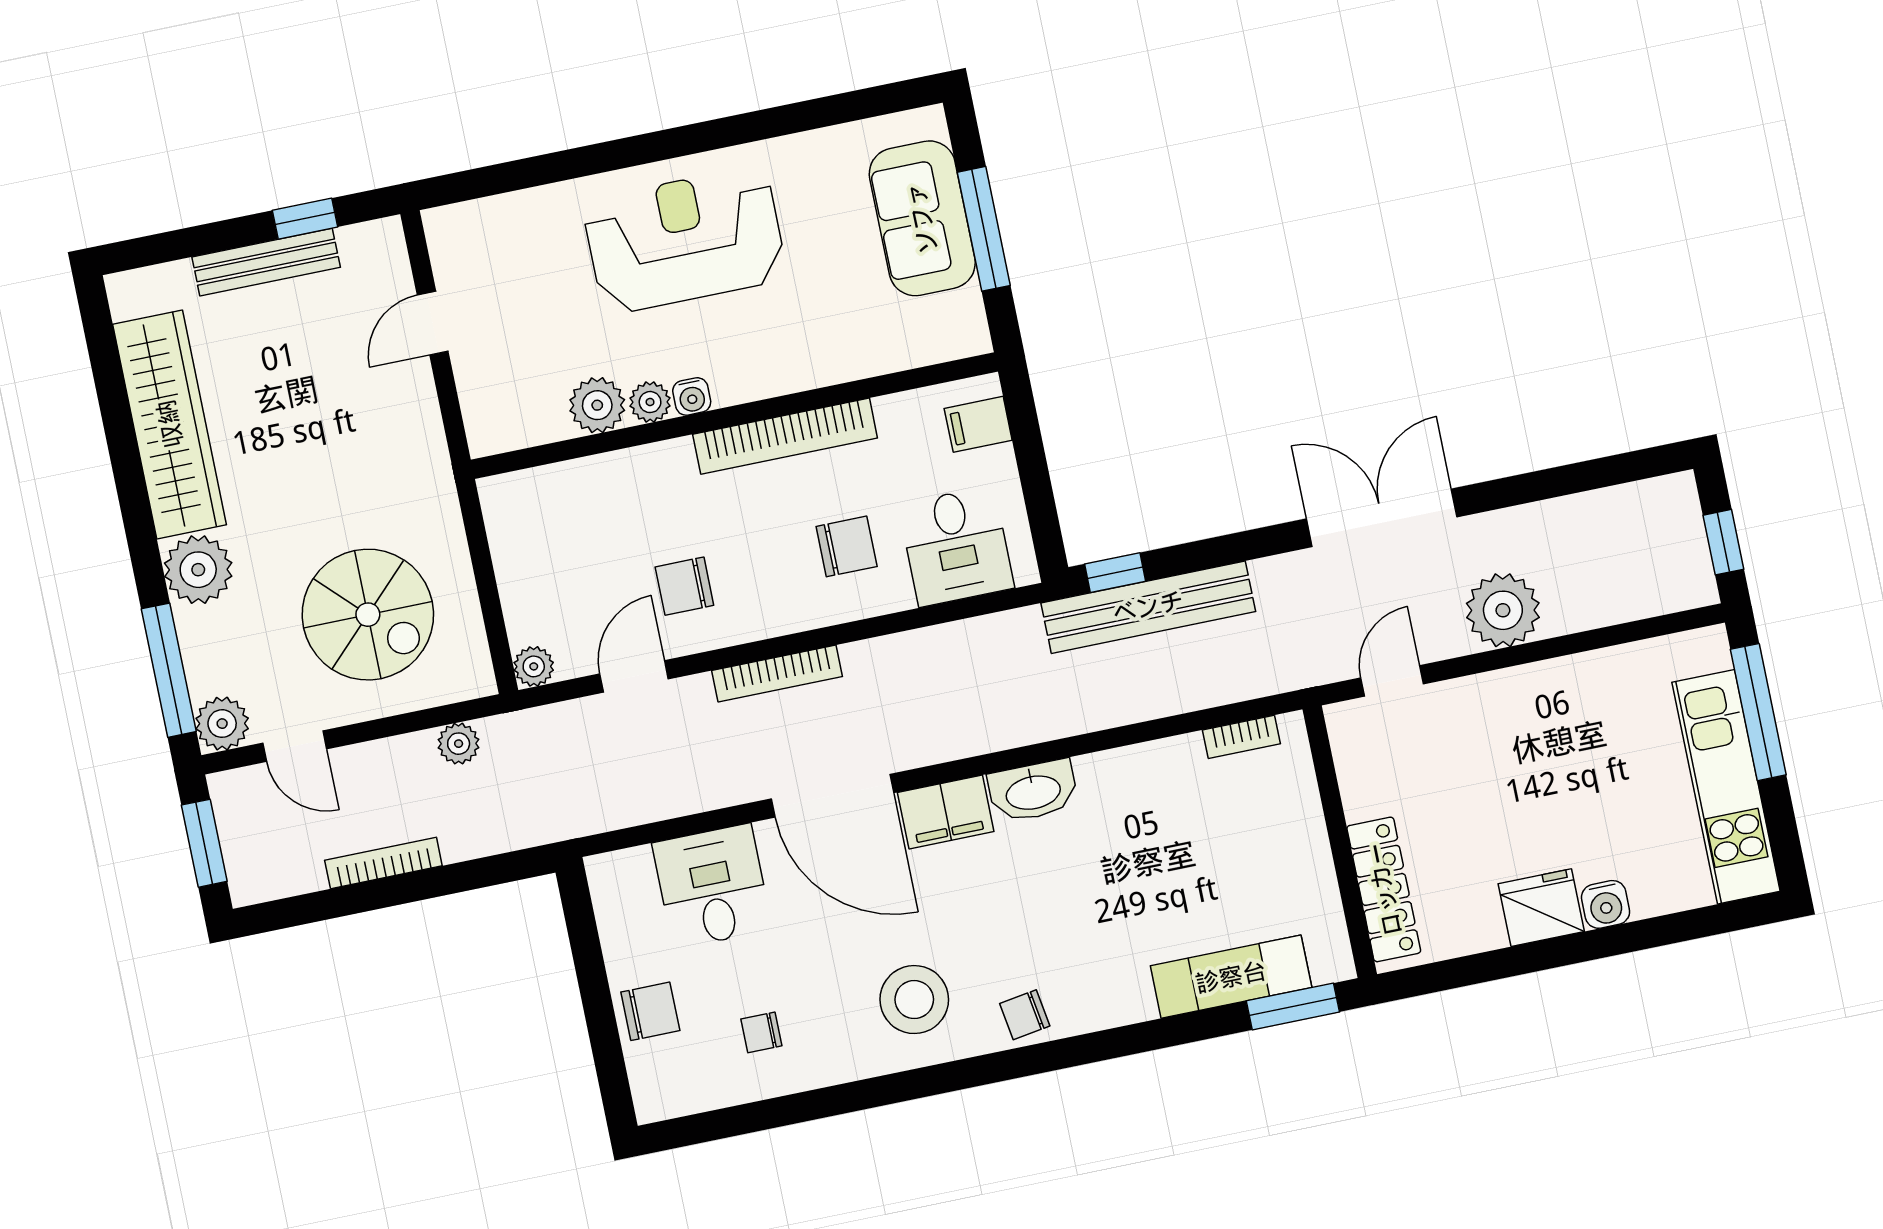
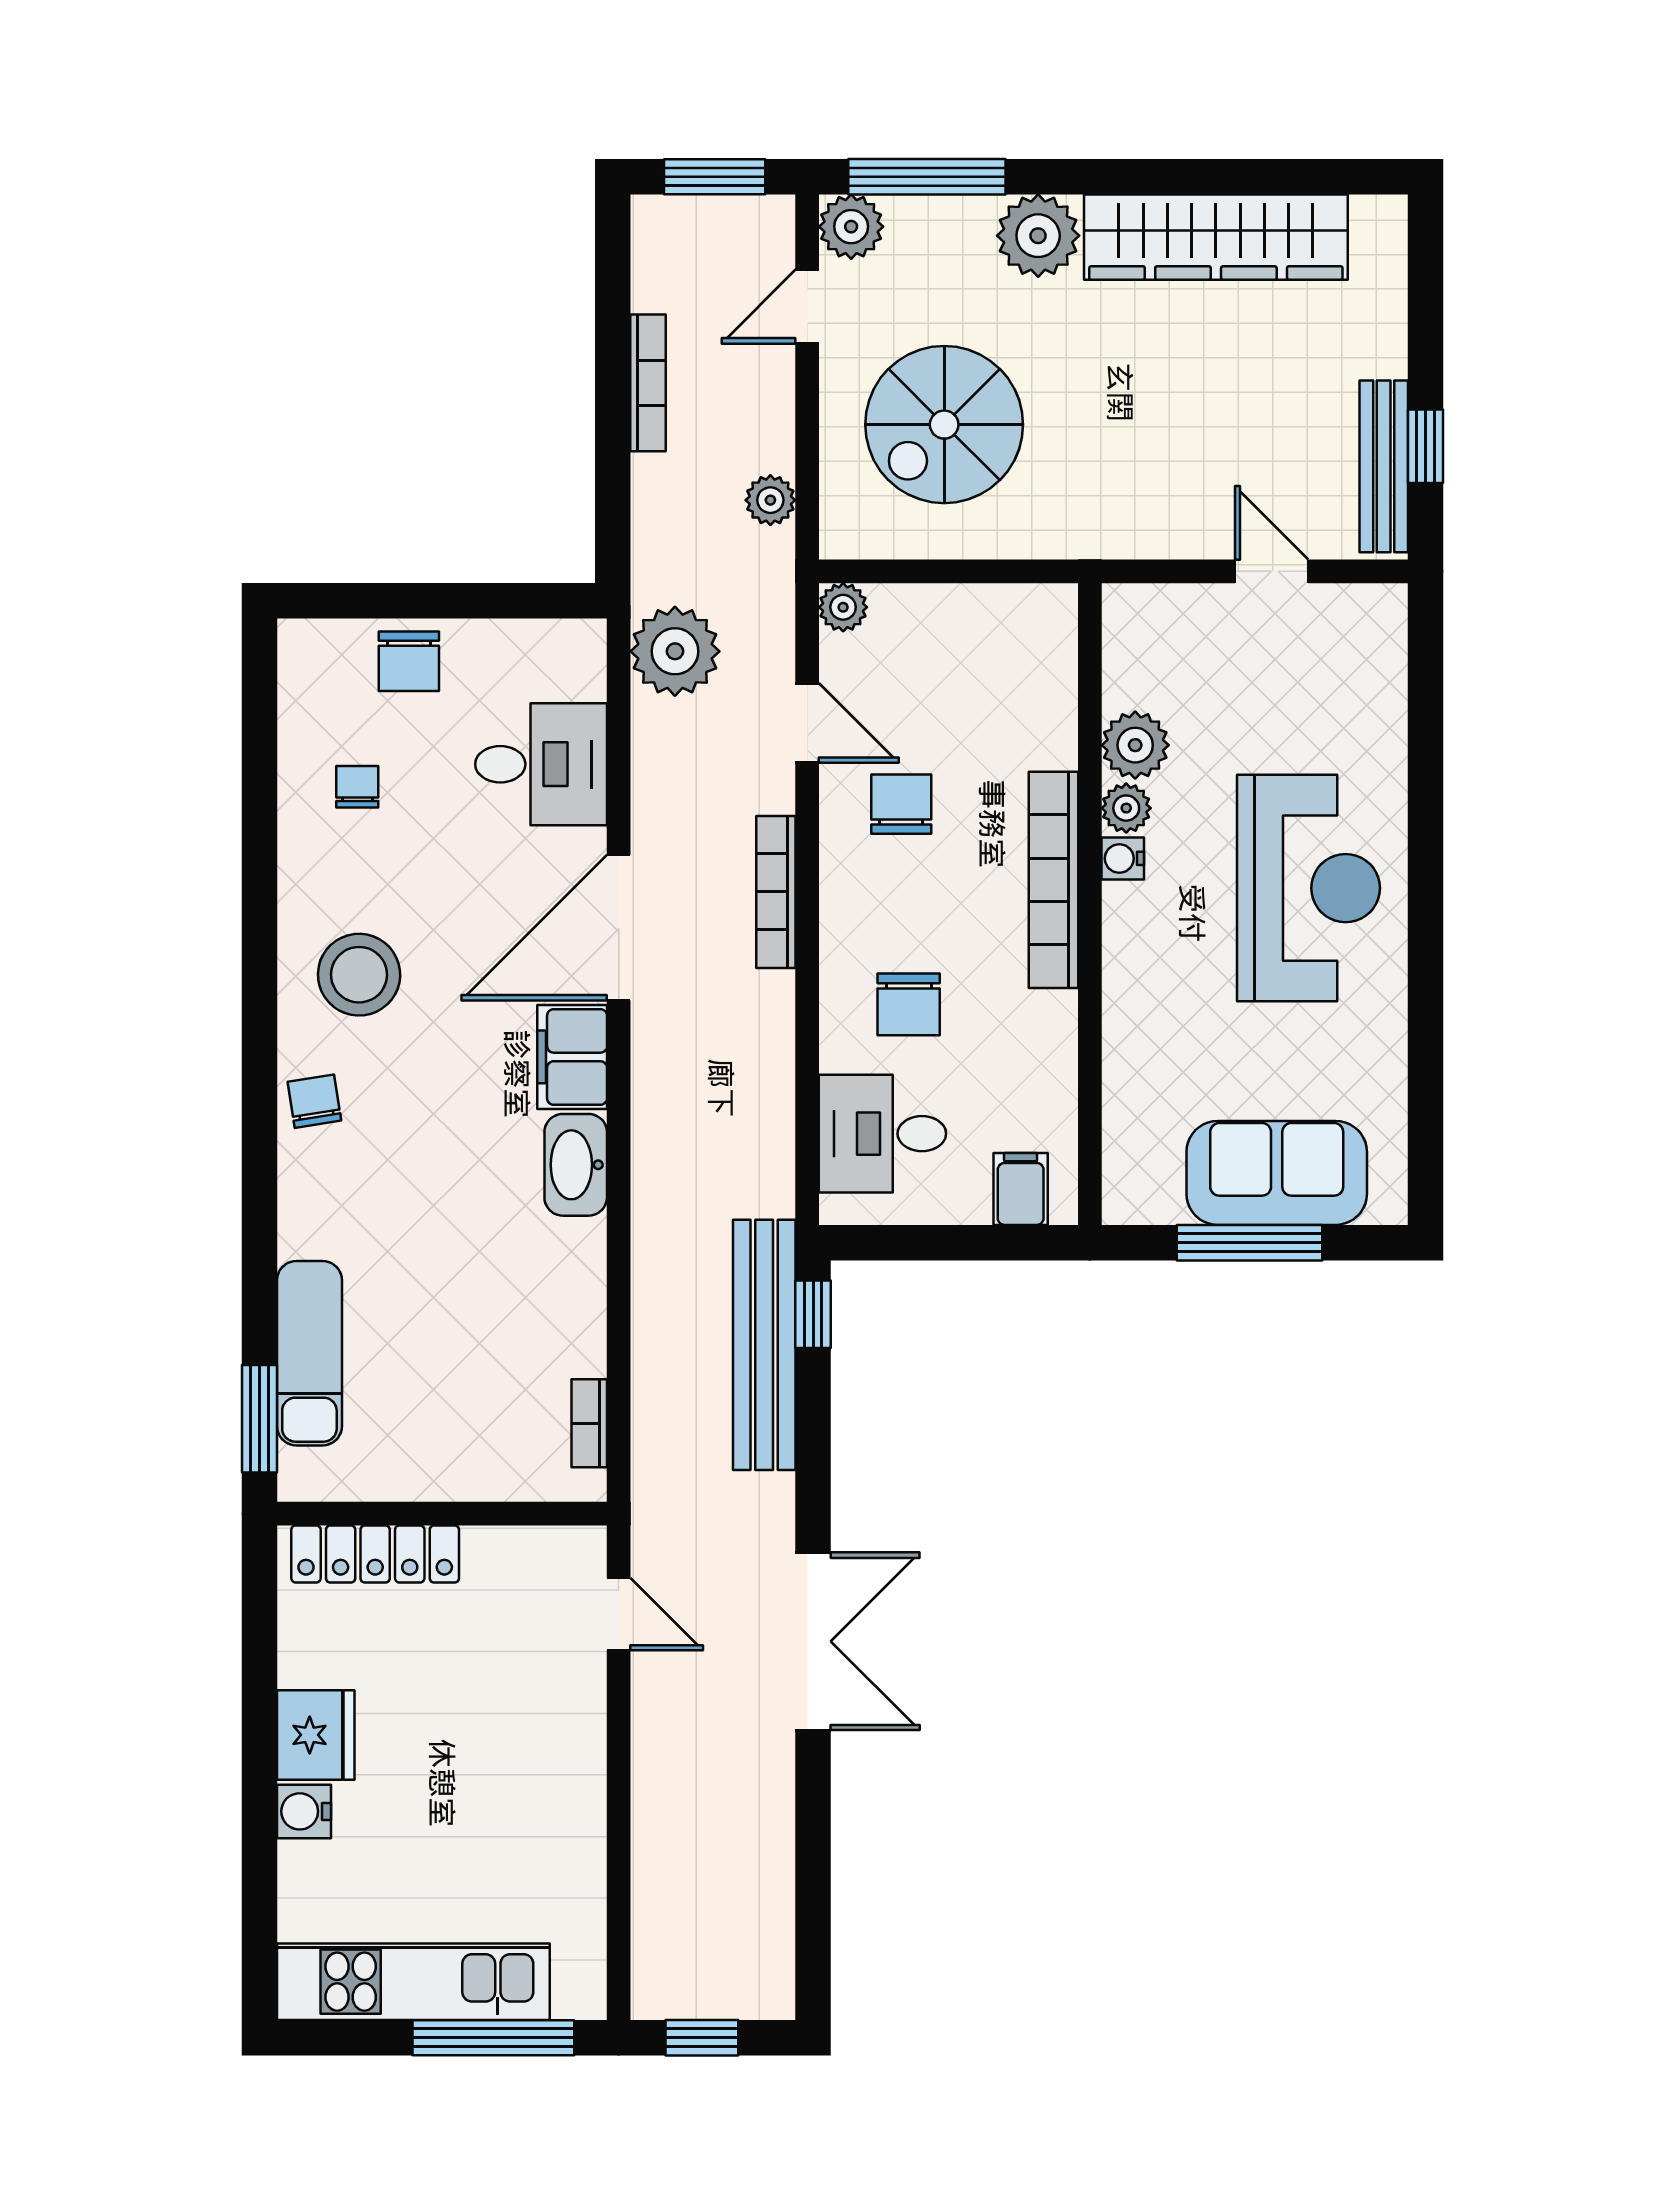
bench: (266, 262) -> (1384, 466), moved
bookcase: (785, 436) -> (1053, 880), moved
plant: (1503, 610) -> (675, 651), moved

